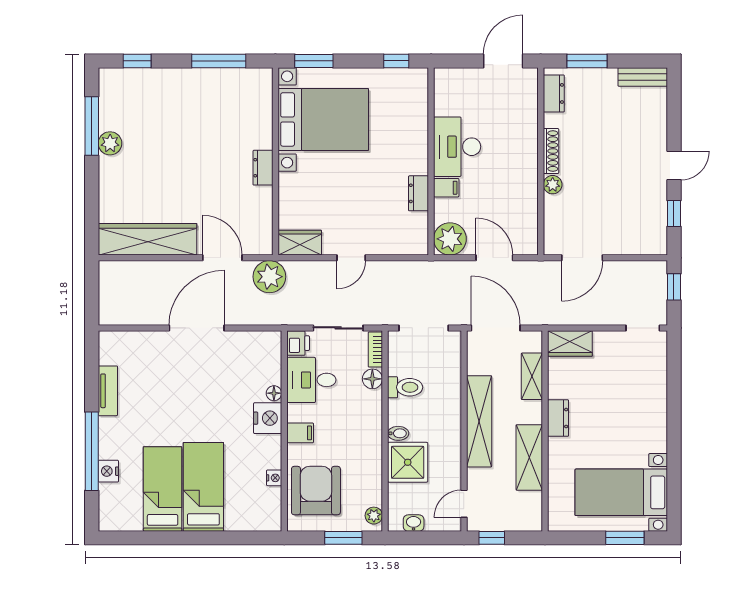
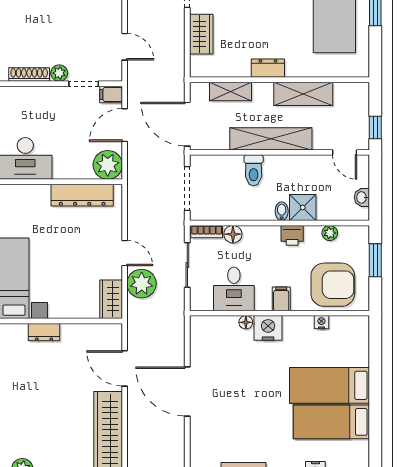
filing cabinet: (446, 188) -> (111, 95), moved, turned -90
dresser: (419, 193) -> (82, 195), width x1.96, depth x1.24
doorway: (541, 212) -> (84, 84), added
door: (222, 258) -> (125, 368), hinge flipped
door: (582, 258) -> (125, 47), width x0.73
plant: (269, 277) -> (142, 284), moved
door: (496, 328) -> (187, 124), hinge flipped
printer: (298, 343) -> (292, 235), moved, turned 180
wardrobe: (570, 343) -> (201, 34), moved
toilet: (405, 387) -> (254, 170), moved, turned 180
shower: (408, 462) -> (303, 207), width x0.73, depth x0.73
armchair: (316, 491) -> (333, 285), turned 180
plant: (374, 516) -> (330, 233), moved

